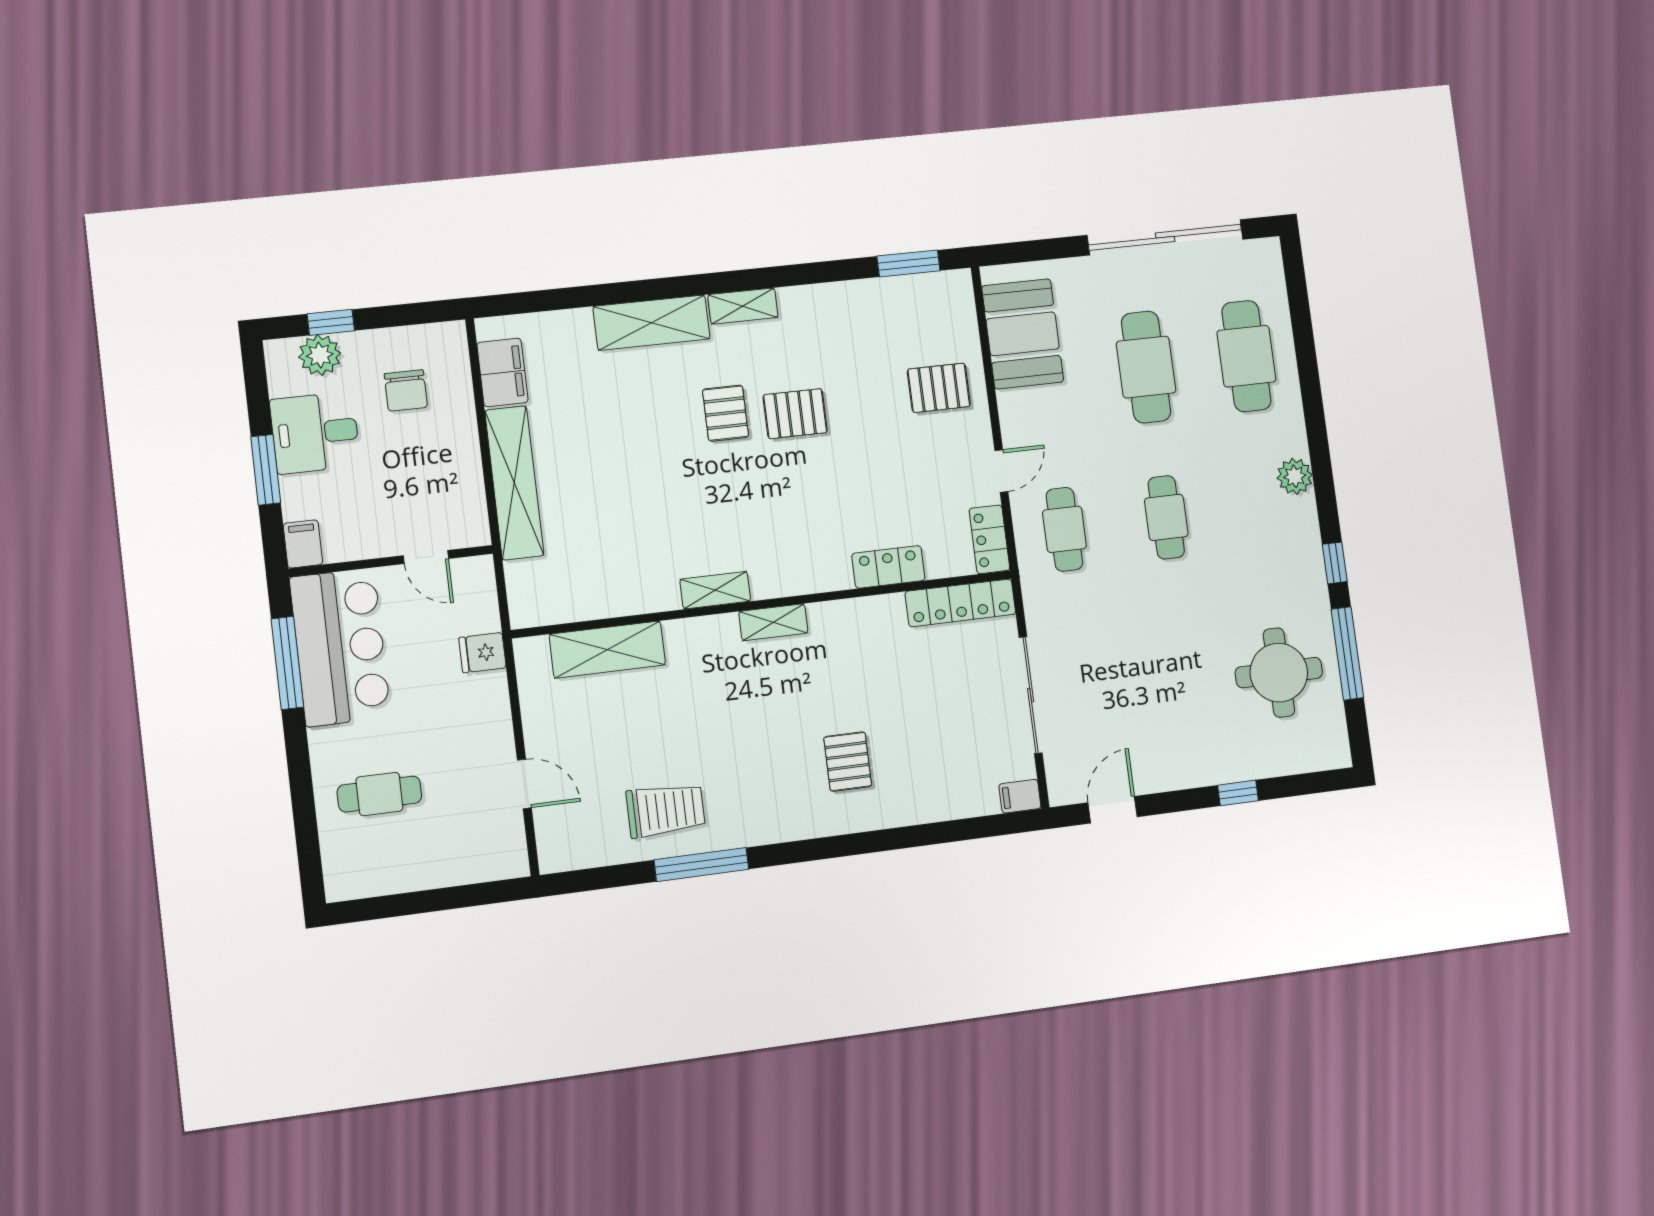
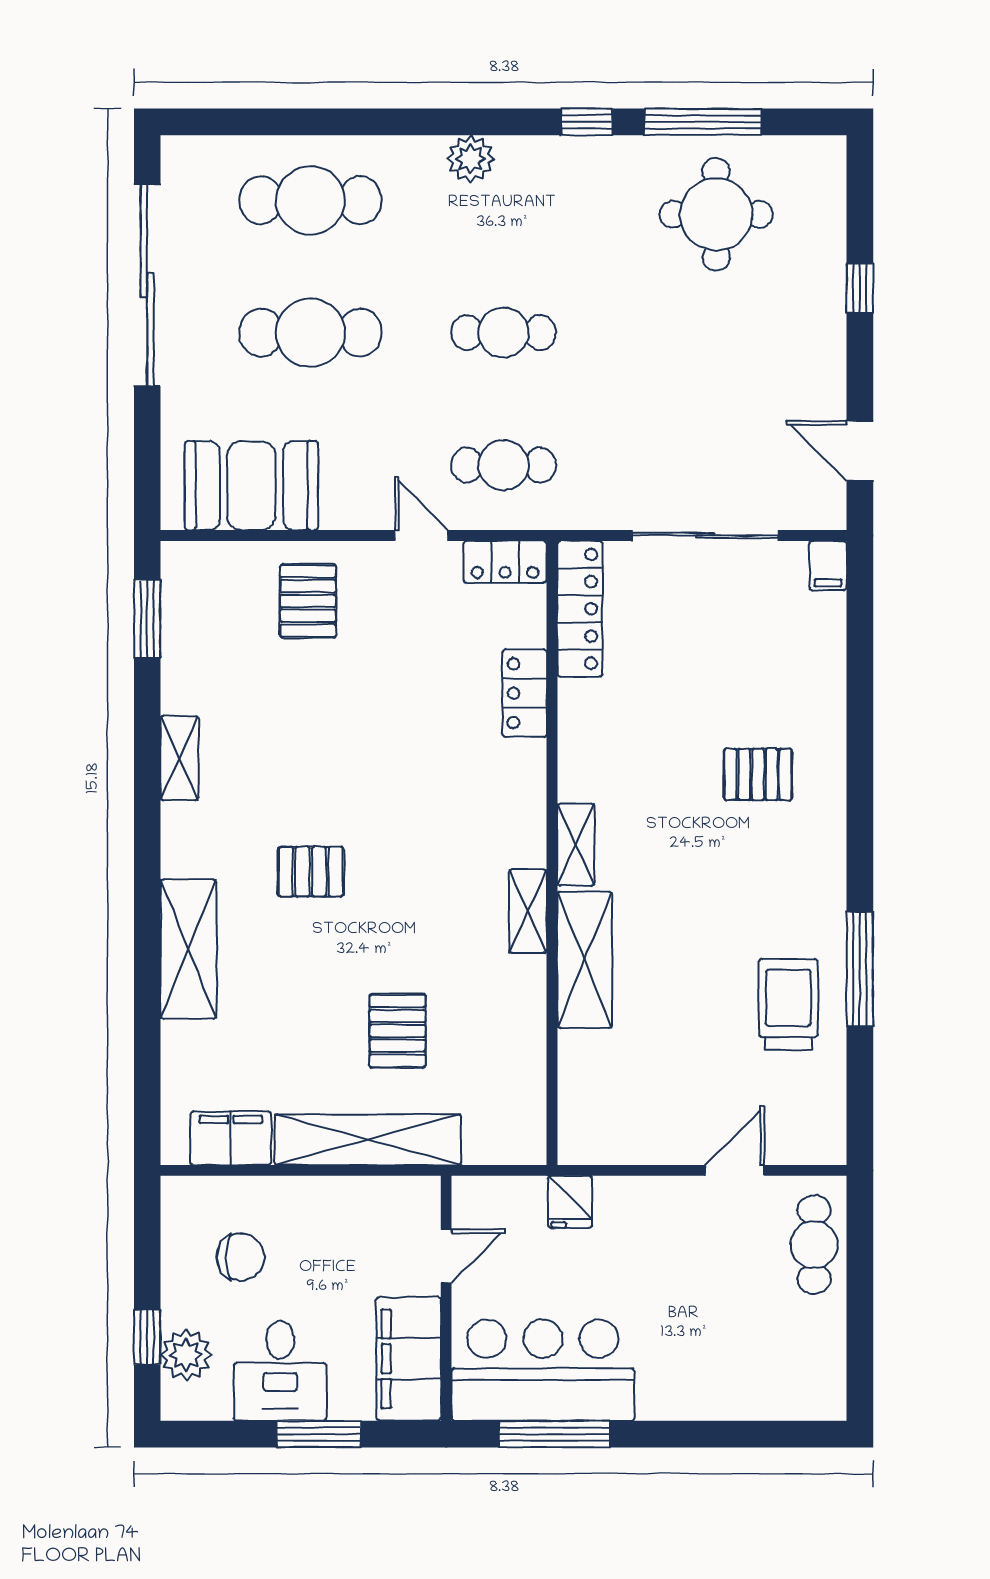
shelving: (743, 306) -> (179, 758), moved
pallet: (795, 414) -> (398, 1031), moved
filing cabinet: (303, 544) -> (409, 1359), width x3.00, depth x1.17
shelving: (607, 650) -> (585, 960), moved
cafe table: (379, 794) -> (814, 1245), moved

